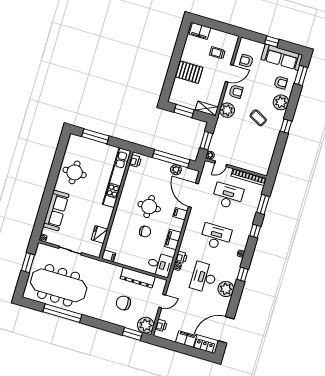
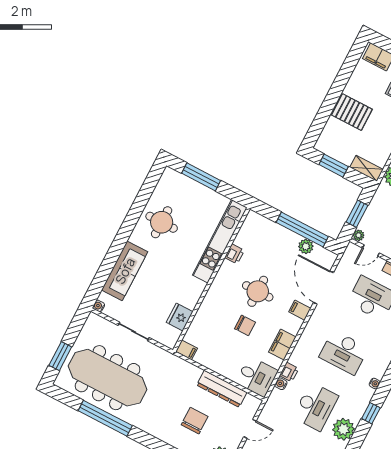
printer: (135, 161) -> (234, 254), moved
desk: (216, 237) -> (344, 352), turned 180
window: (28, 263) -> (60, 356), moved
desk: (204, 277) -> (315, 407), turned 180
chair: (123, 303) -> (195, 421), turned 90

